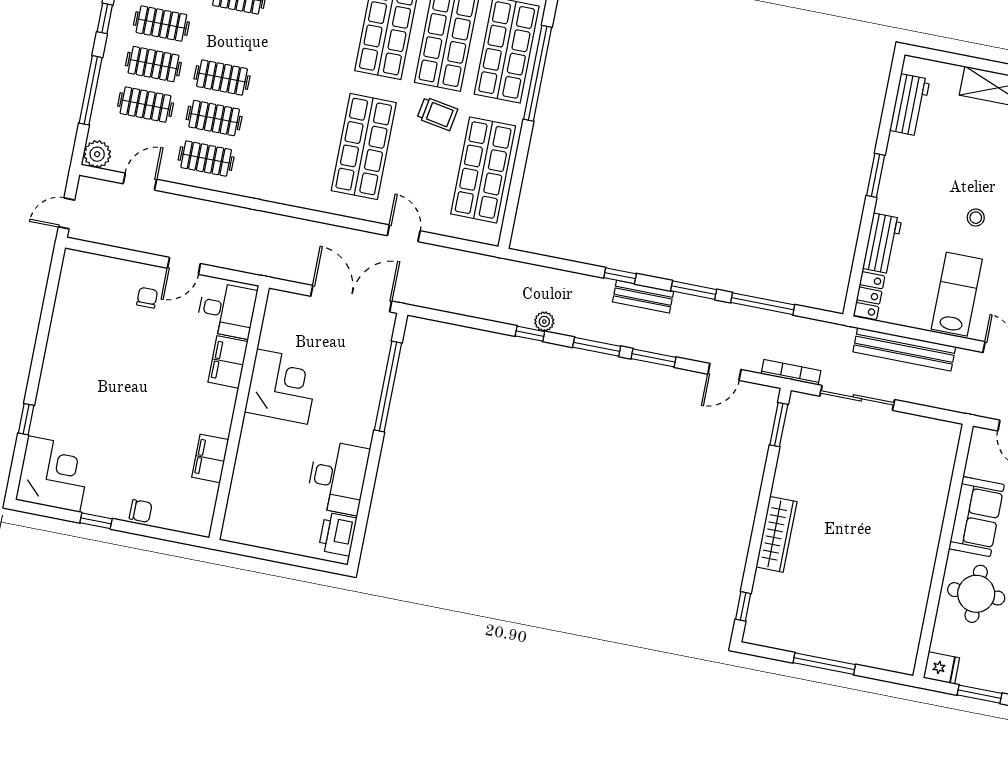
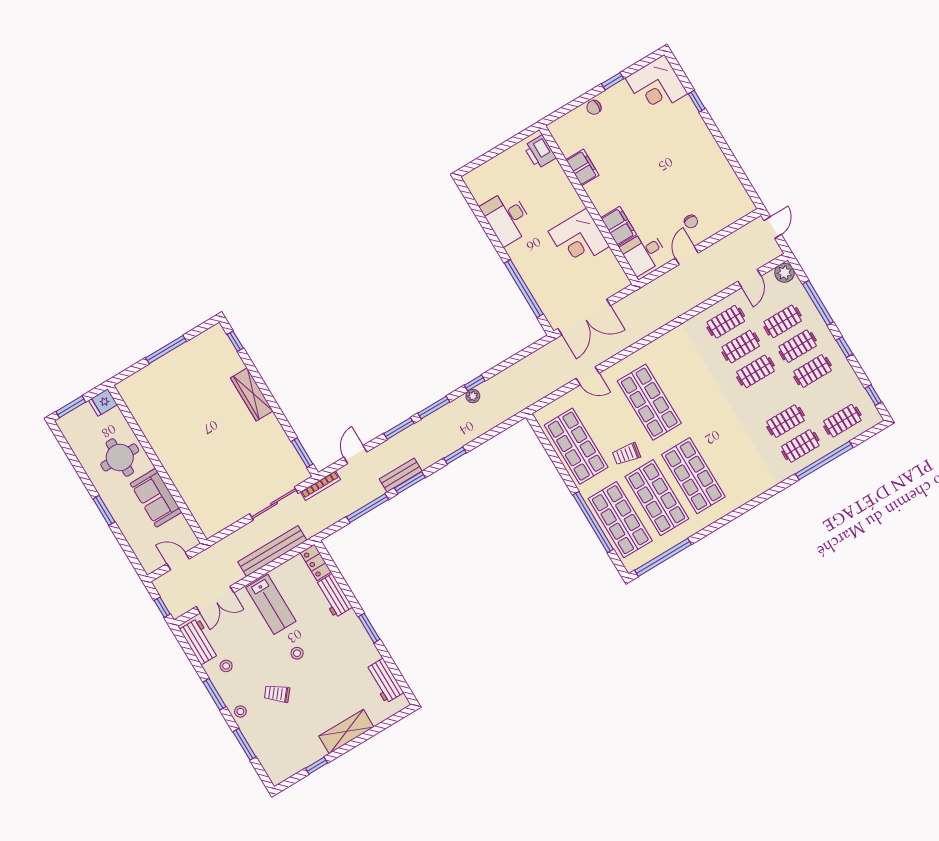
bench: (643, 297) -> (401, 475), moved
printer: (338, 534) -> (540, 152), moved, turned 180

